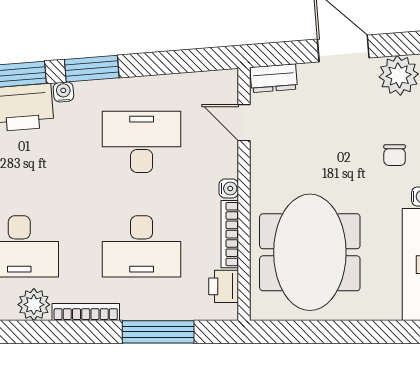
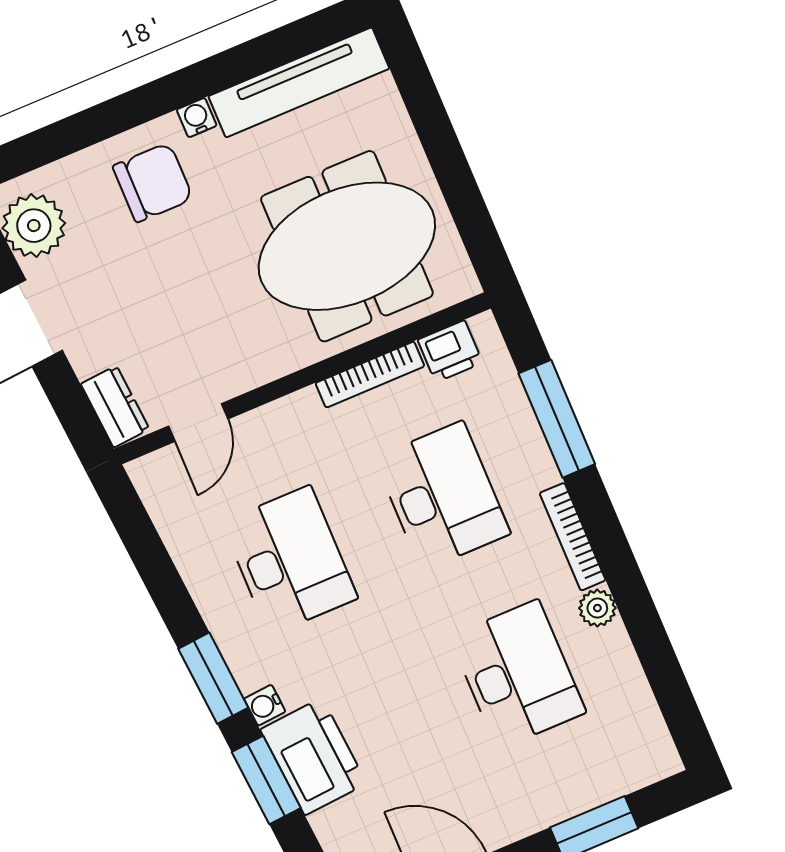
desk: (142, 142) -> (290, 560), turned 180
chair: (395, 155) -> (153, 182), width x1.87, depth x1.87
water cooler: (229, 188) -> (304, 404), removed
plant: (34, 305) -> (597, 608), width x0.73, depth x0.73

